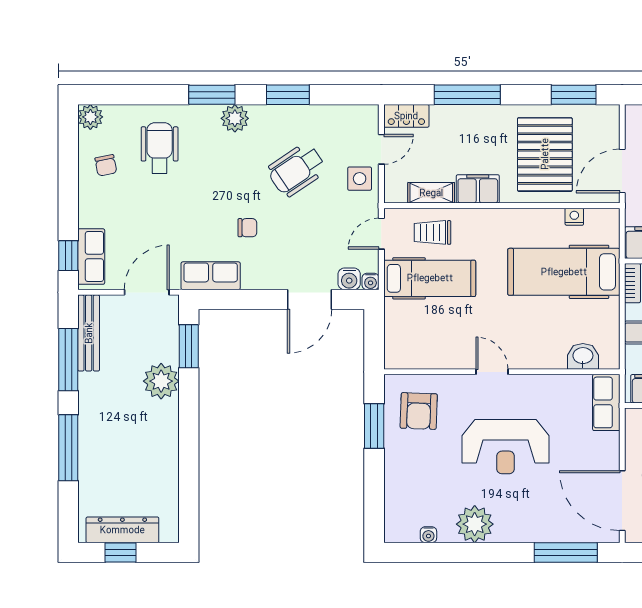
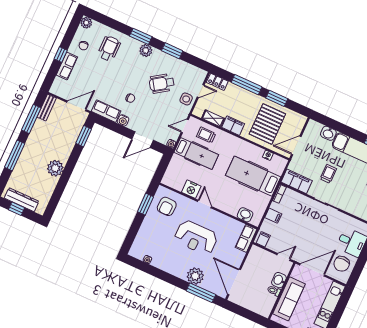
window: (574, 95) -> (277, 98), moved
window: (68, 256) -> (61, 55), moved
row of seats: (91, 257) -> (67, 66), moved
water cooler: (349, 279) -> (123, 120), moved
bench: (89, 333) -> (47, 108), width x0.73
nightstand: (452, 354) -> (191, 189), added
plant: (161, 381) -> (55, 168), moved
plant: (475, 524) -> (195, 276), moved

